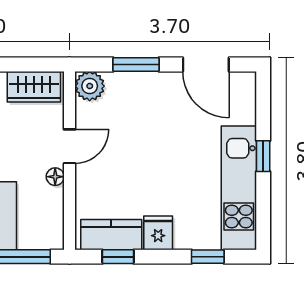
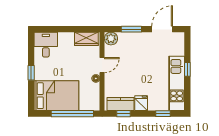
door: (206, 64) -> (162, 29), swing flipped

